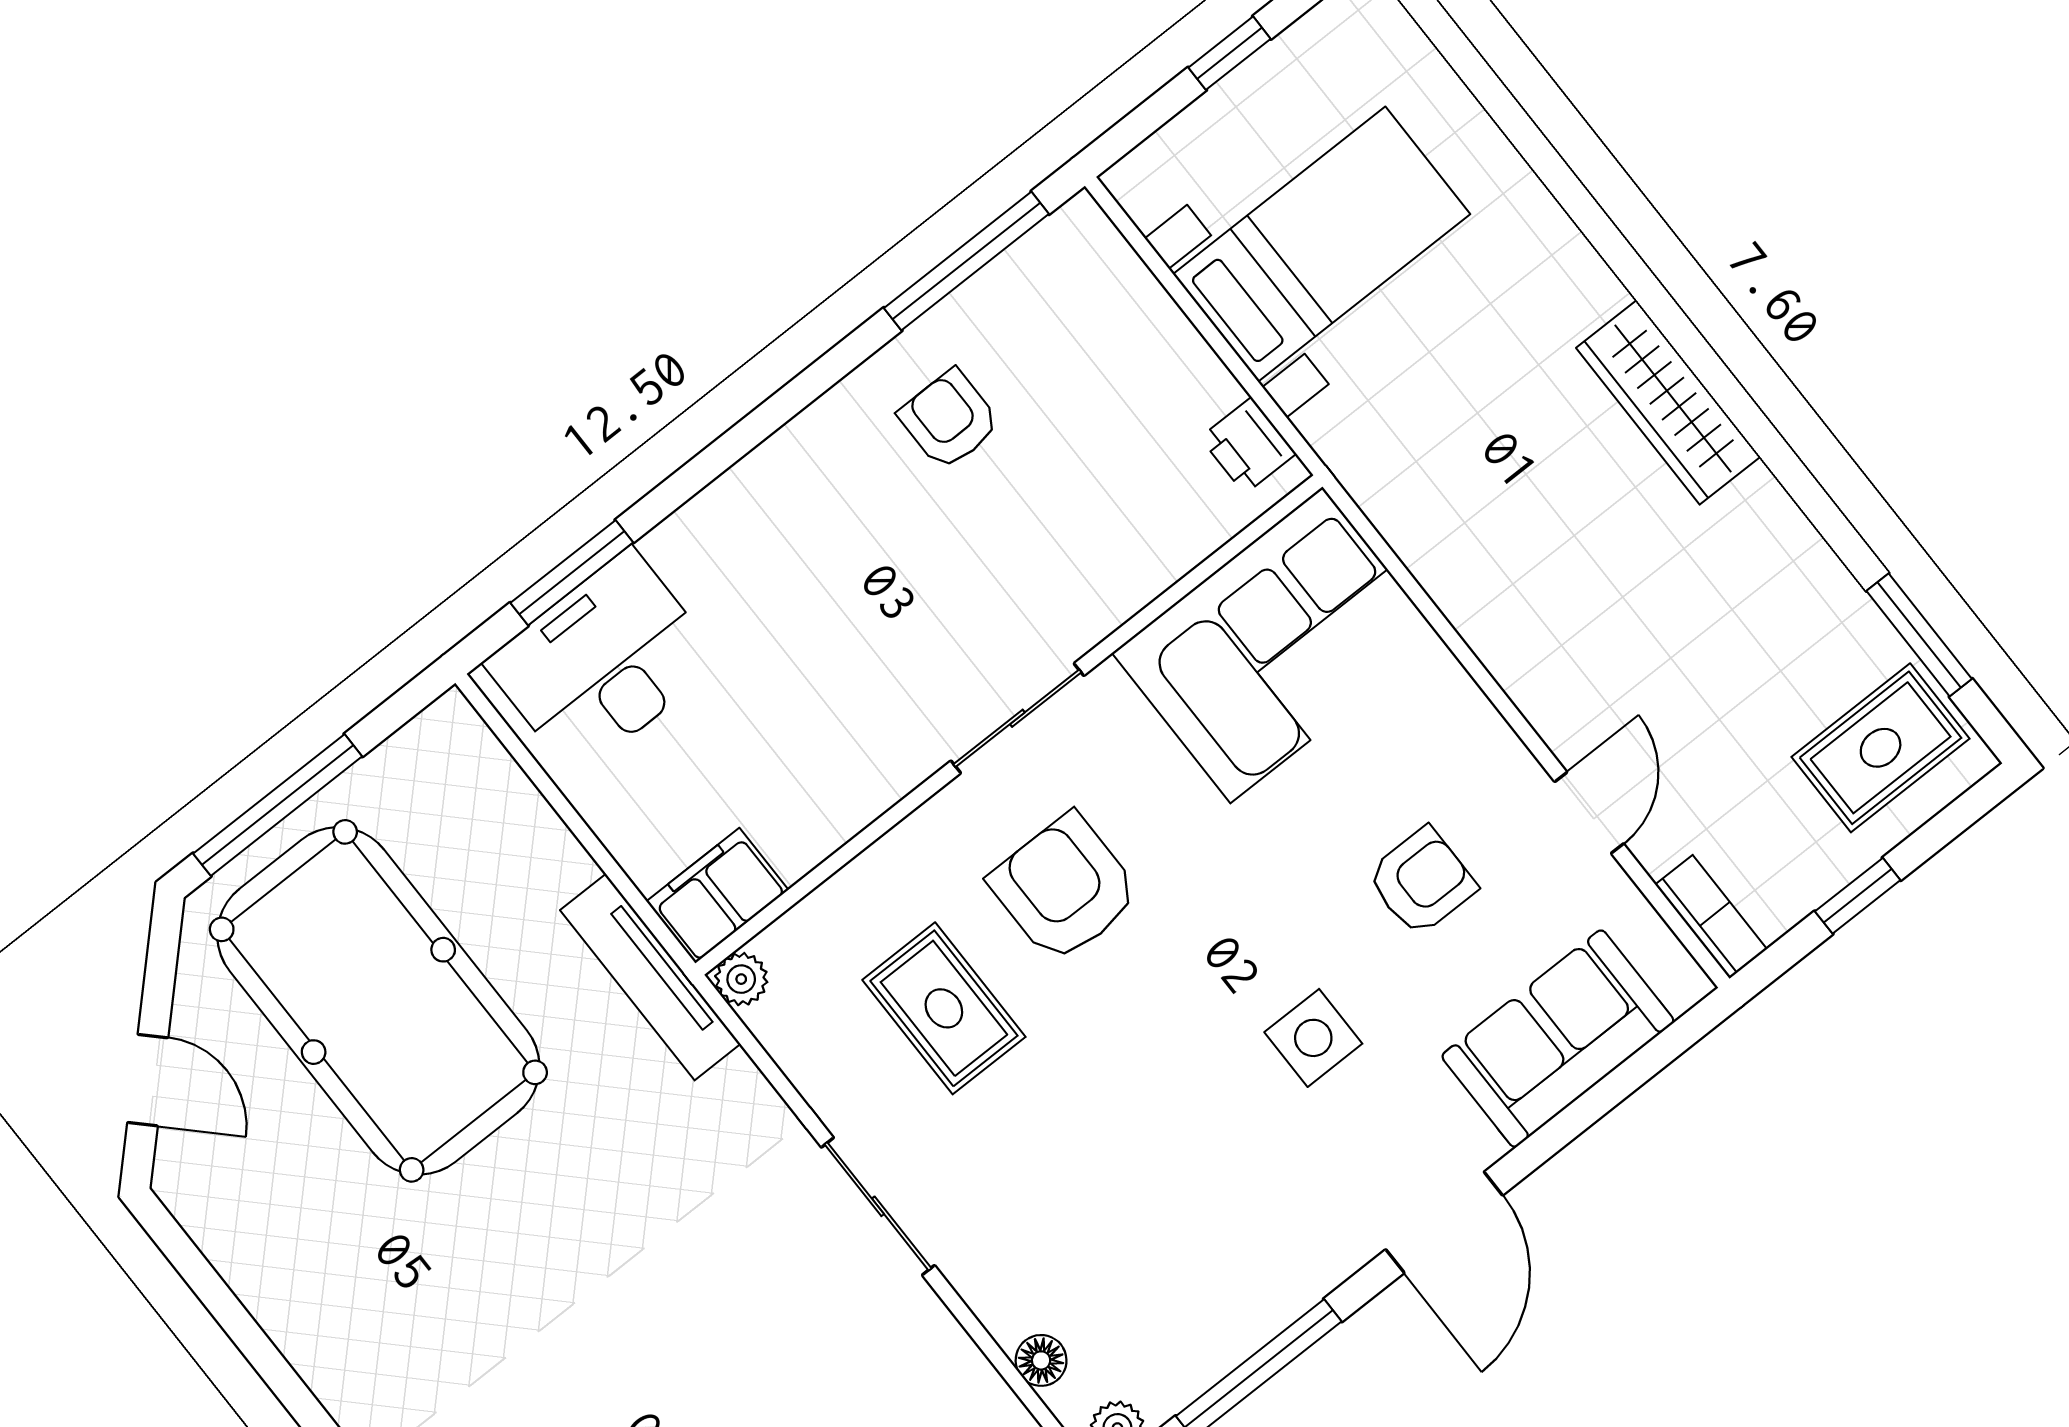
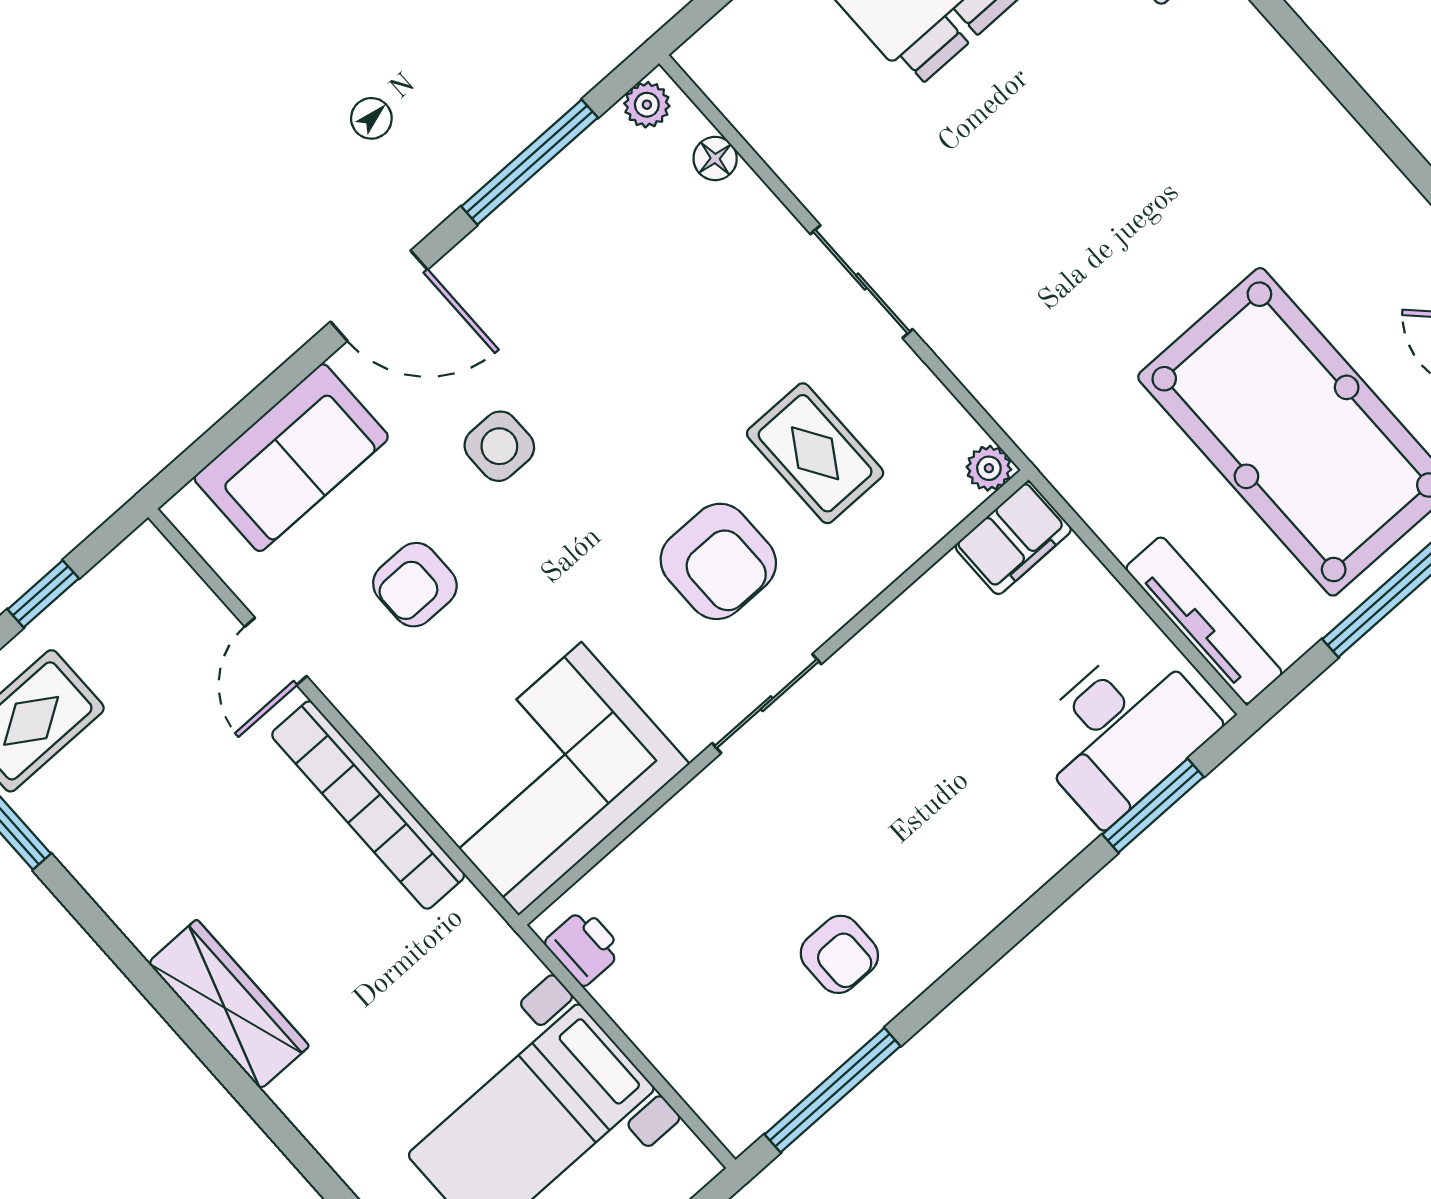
bookcase: (1711, 917) -> (368, 805), moved, width x2.31, depth x1.31
tv unit: (650, 977) -> (1204, 621), moved
door: (1444, 1222) -> (379, 296), swing flipped

